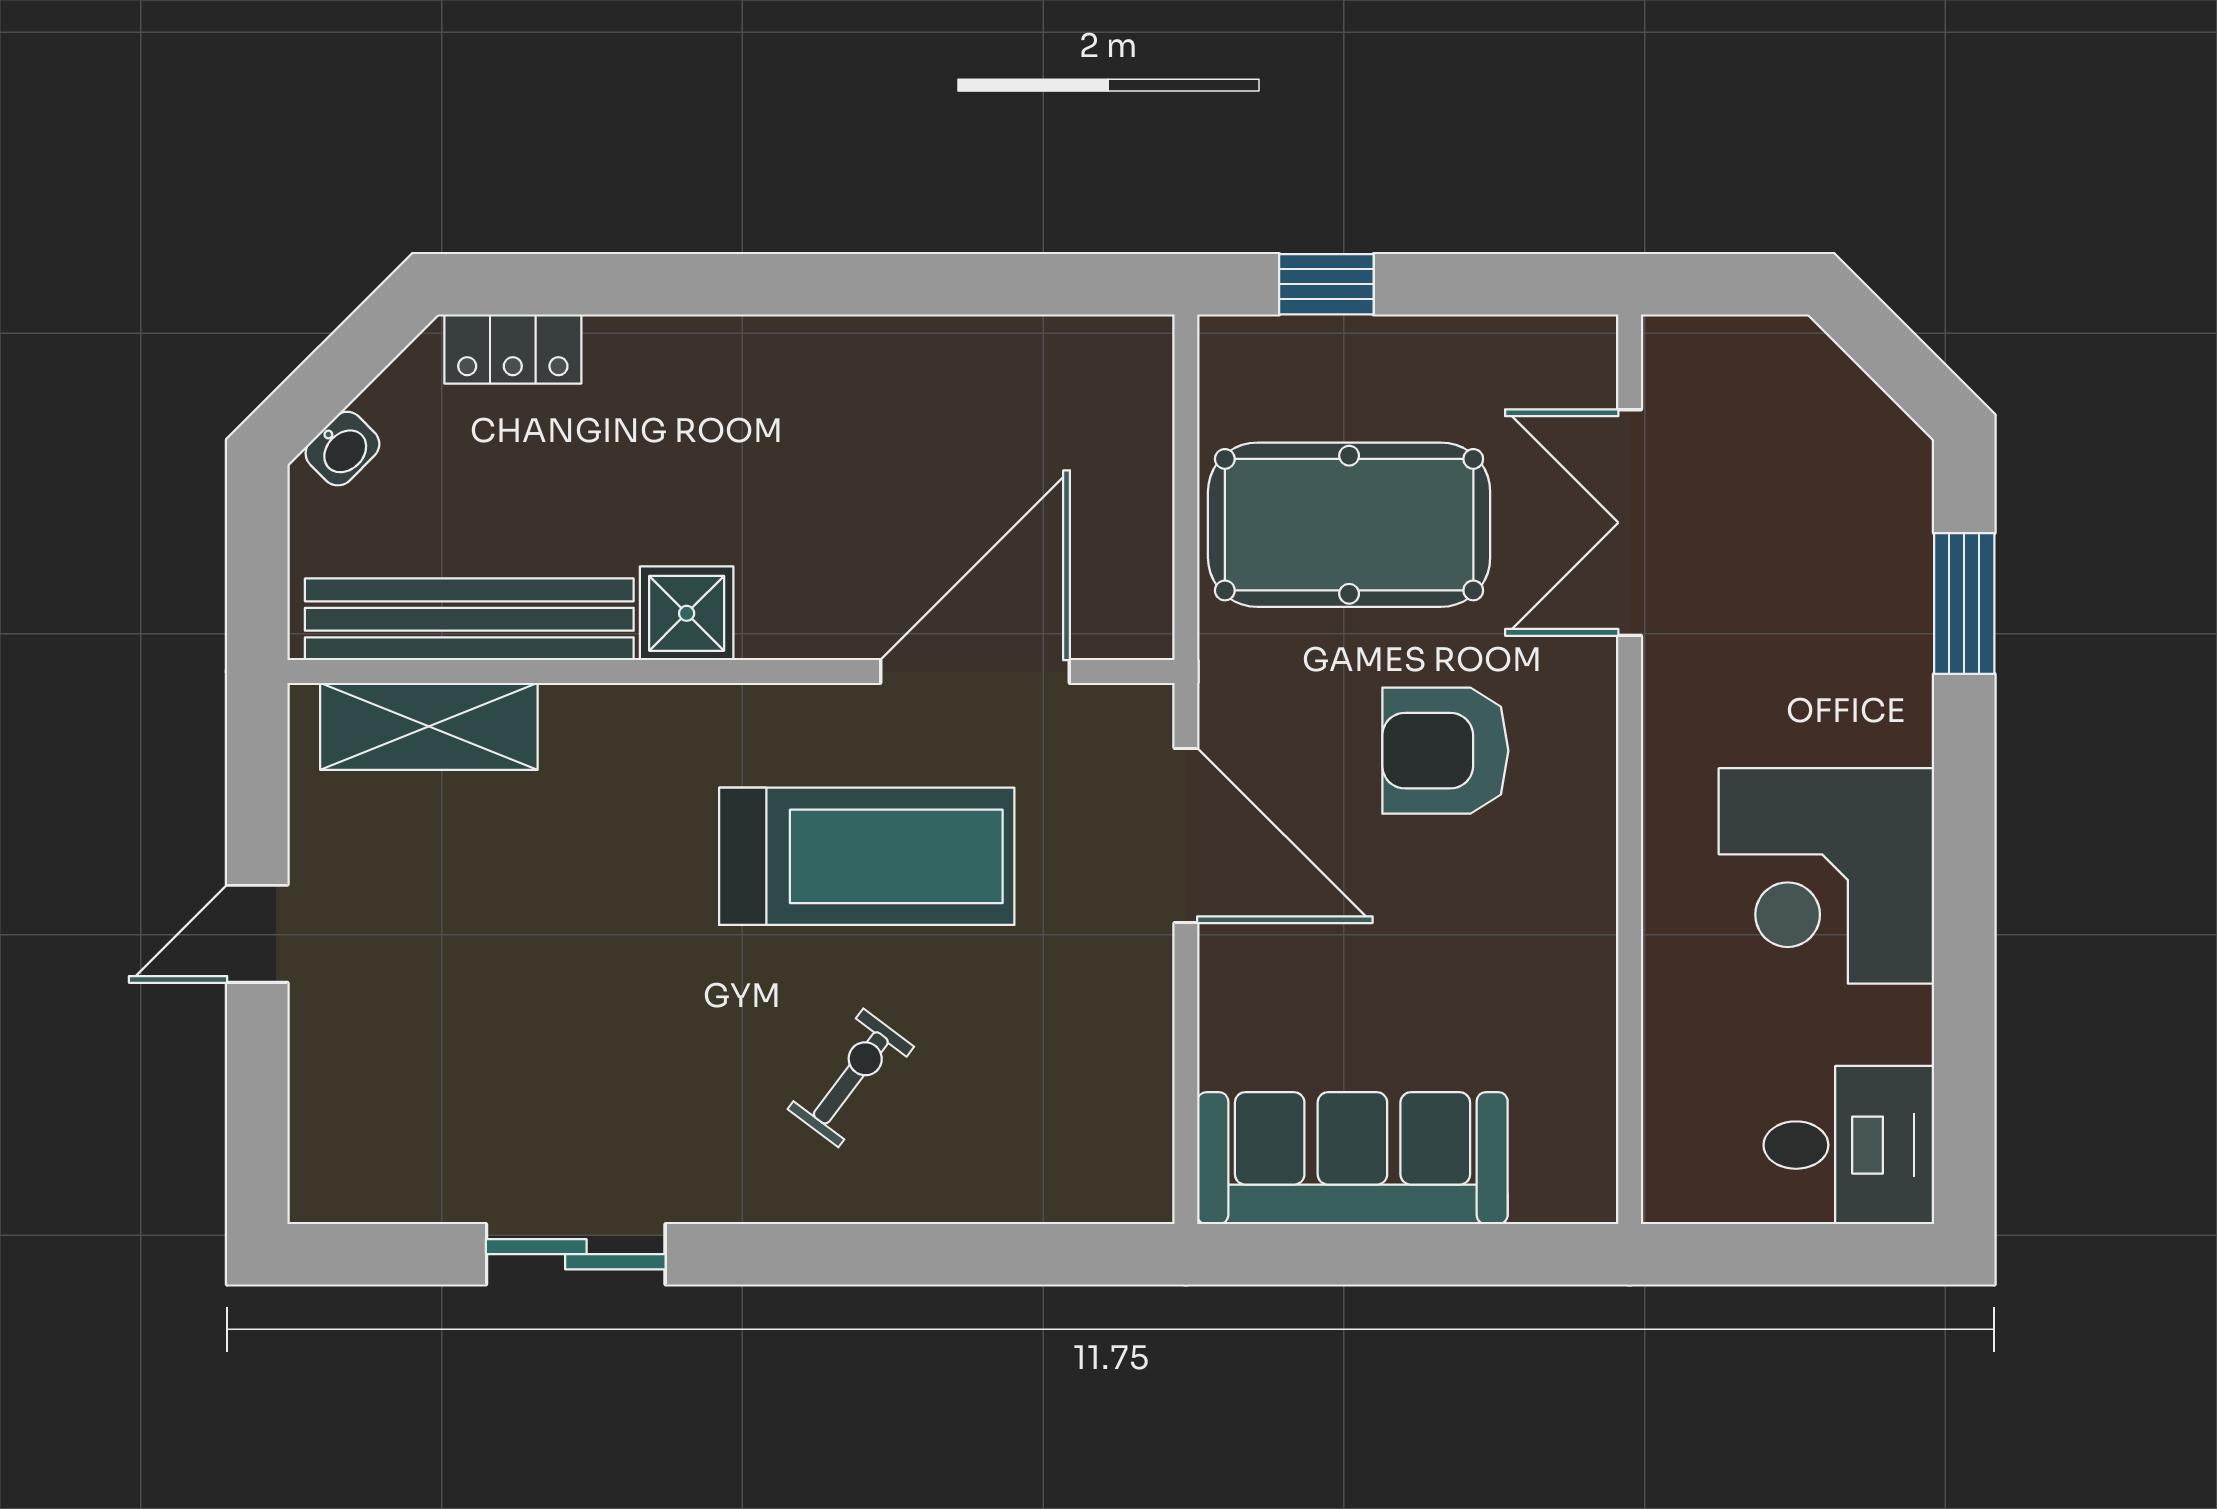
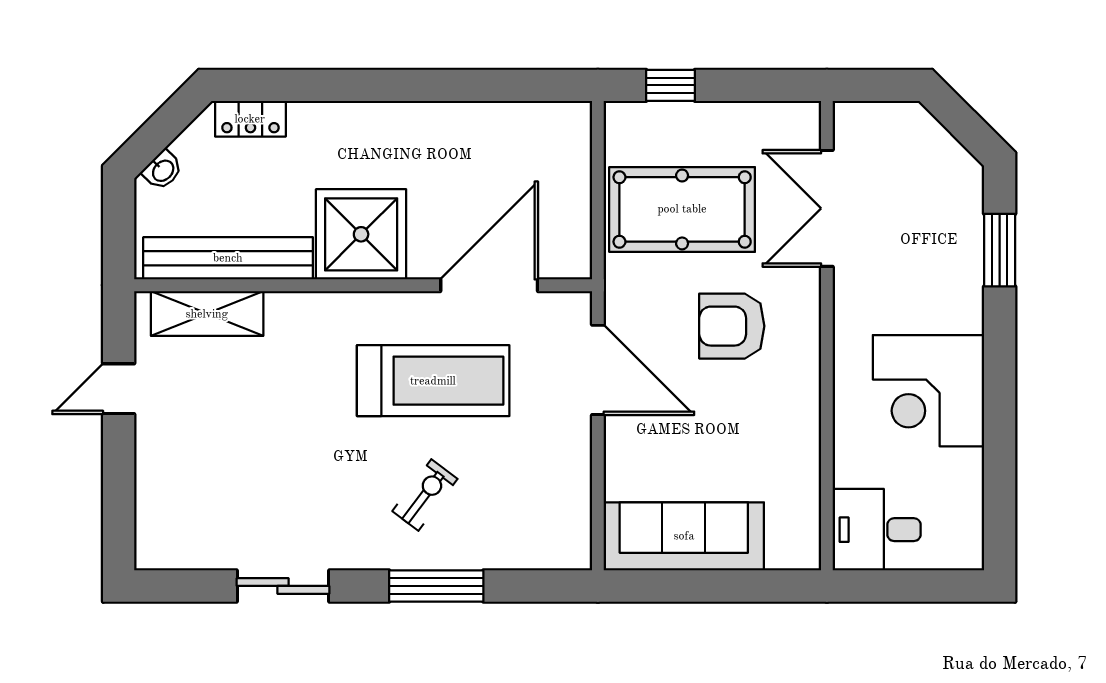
shower: (687, 613) -> (361, 234), width x1.86, depth x1.86
door: (257, 934) -> (119, 389), moved
desk: (1849, 1145) -> (877, 530), moved, turned 180
window: (873, 1254) -> (436, 586), added

